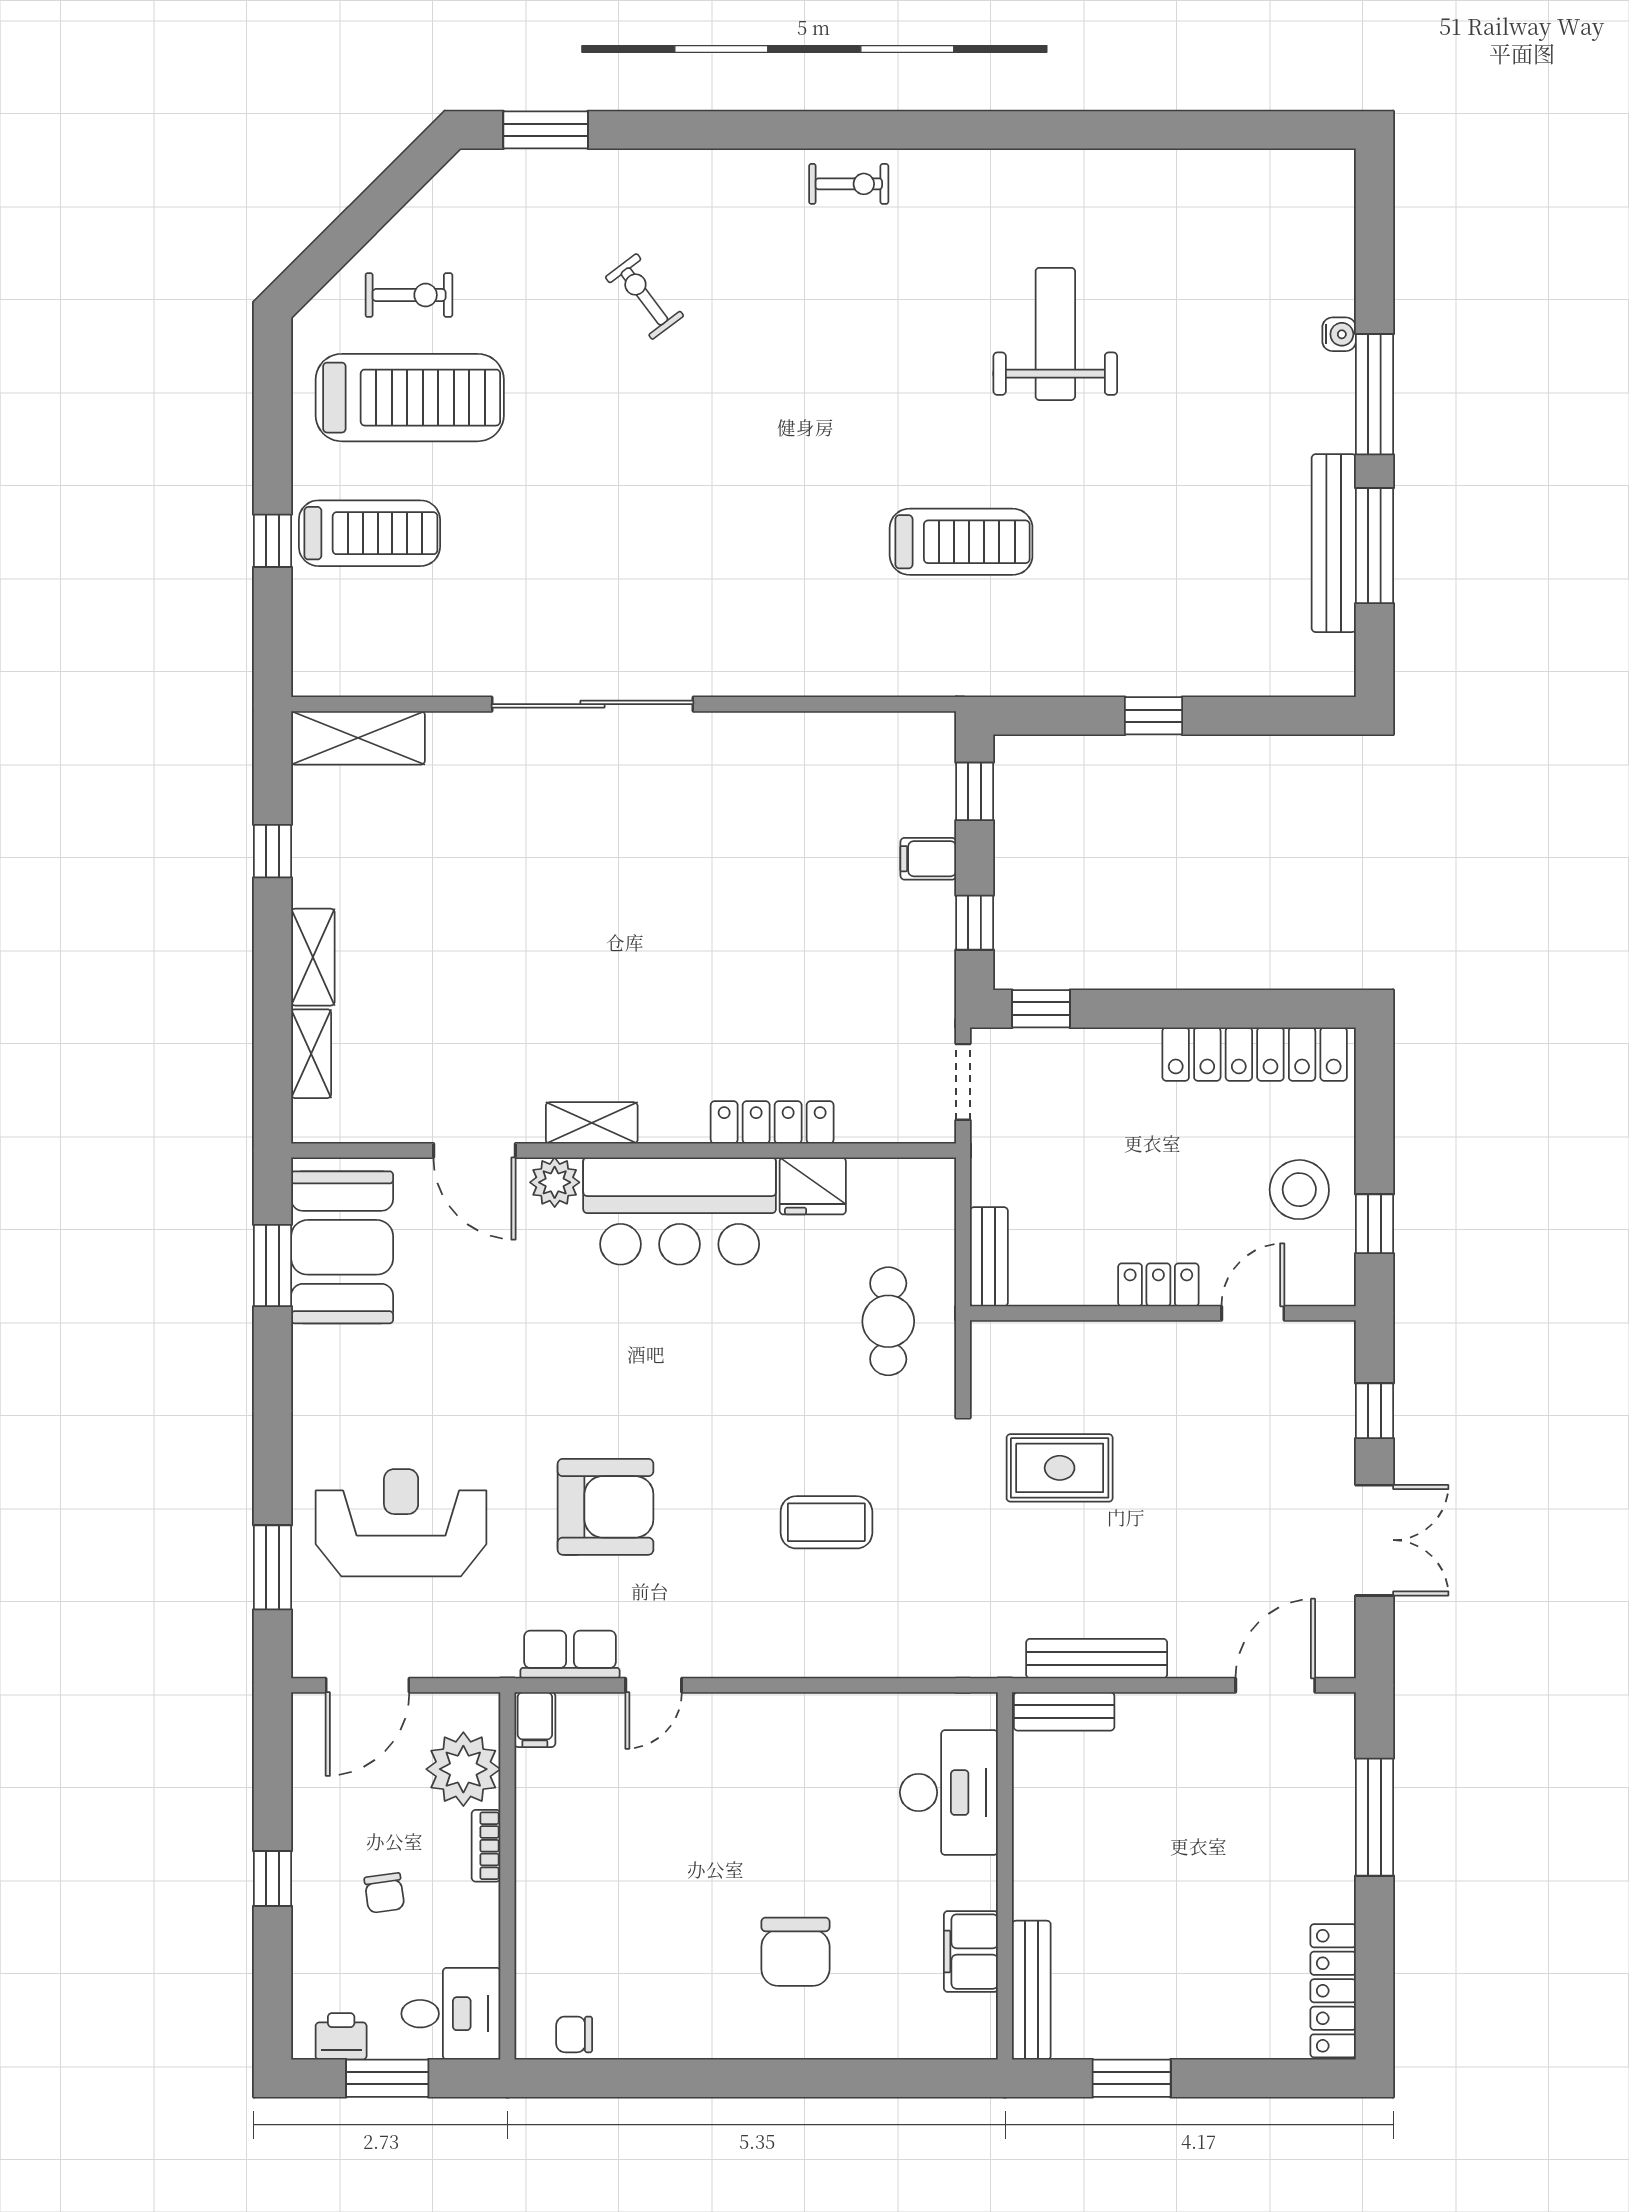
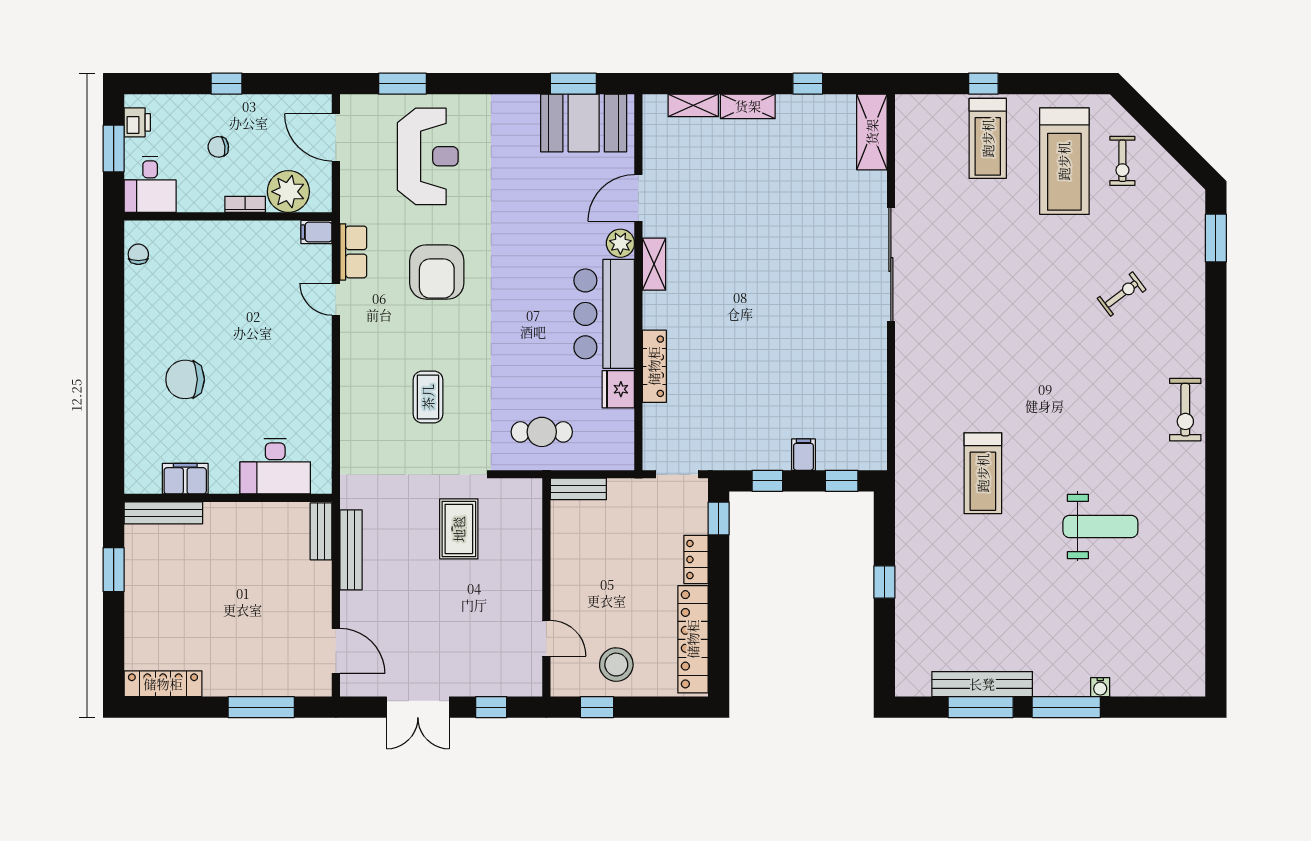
exercise bike: (849, 184) -> (1185, 410), width x1.38, depth x1.39
locker: (1158, 1285) -> (696, 559), moved, turned 180

